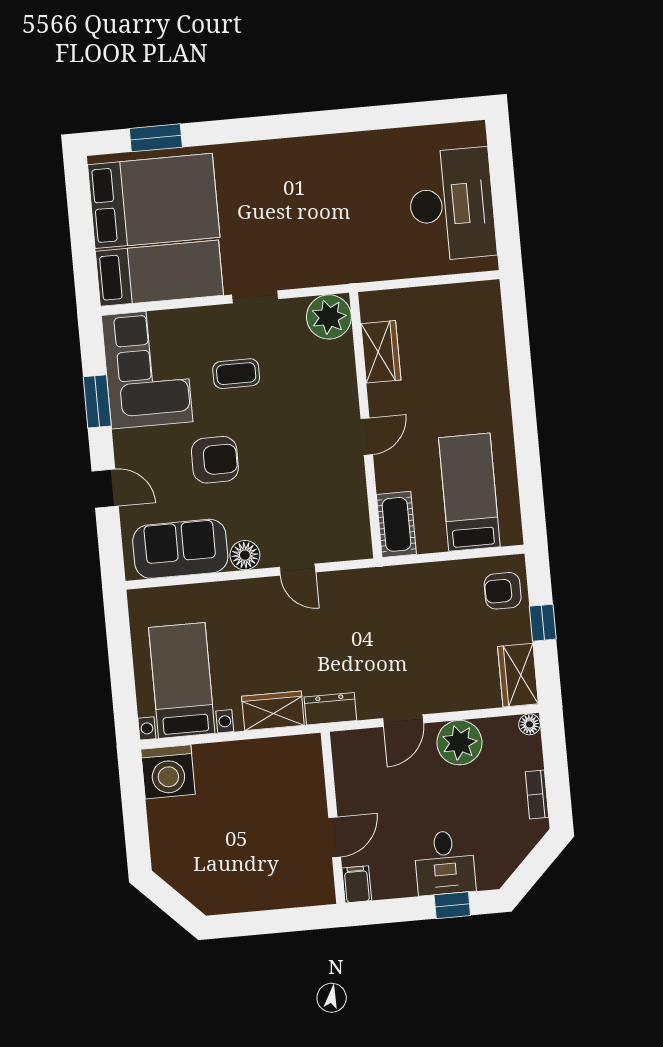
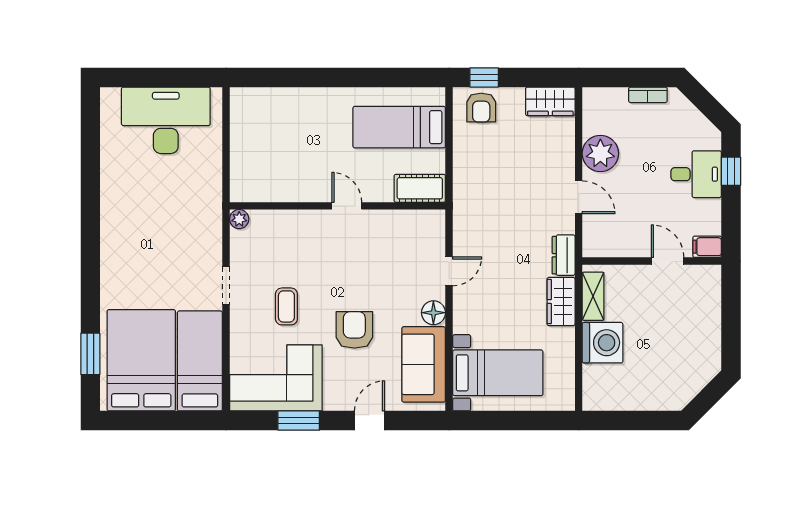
plant: (329, 317) -> (239, 219), width x0.53, depth x0.53
wardrobe: (381, 352) -> (279, 188), removed
window: (543, 623) -> (484, 78), moved
bed with nightstands: (182, 680) -> (498, 373), moved, turned 180
floor lamp: (529, 724) -> (591, 96), removed
shelving: (283, 750) -> (593, 296), added
washing machine: (168, 772) -> (603, 343), moved

